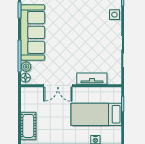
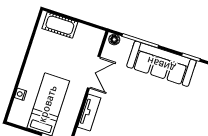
plant: (26, 67) -> (126, 44), removed
double door: (58, 86) -> (94, 72), swing flipped

